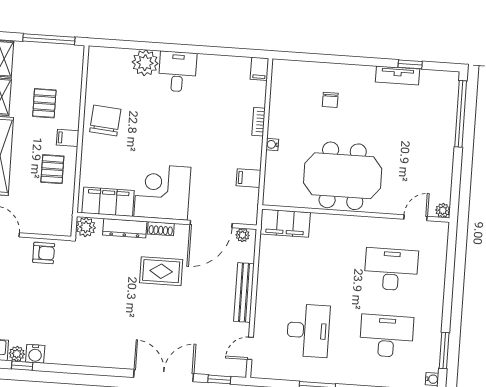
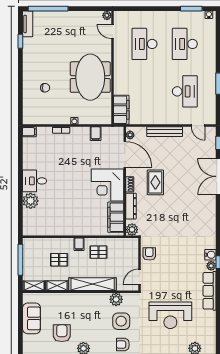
tv unit: (398, 75) -> (28, 24), moved
chair: (105, 121) -> (67, 222), removed
desk: (308, 331) -> (185, 91), turned 90

